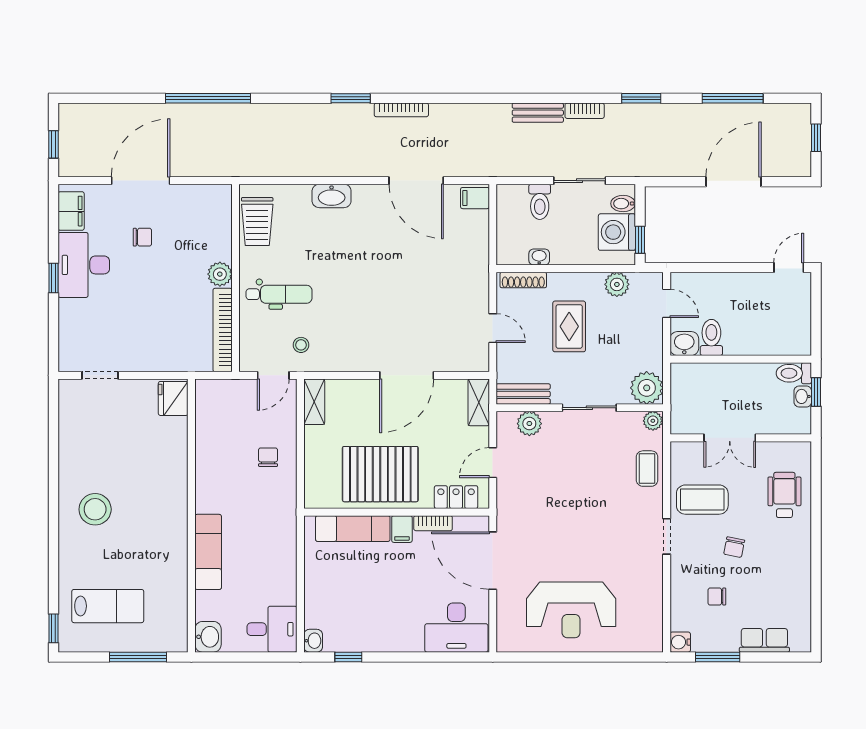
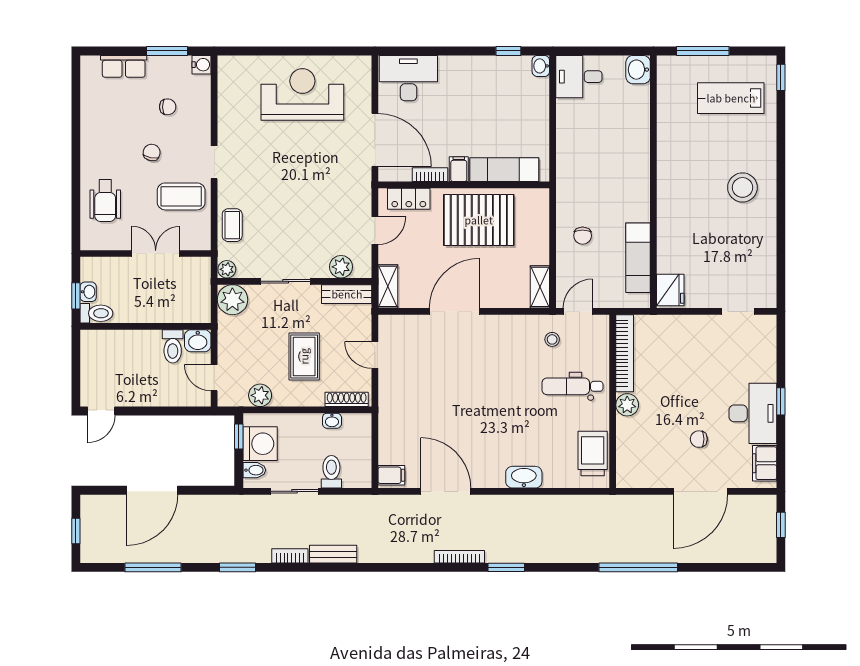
exam couch: (208, 552) -> (638, 258), moved

